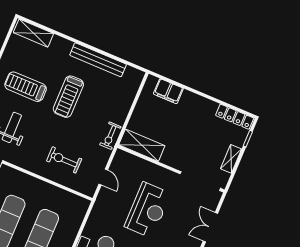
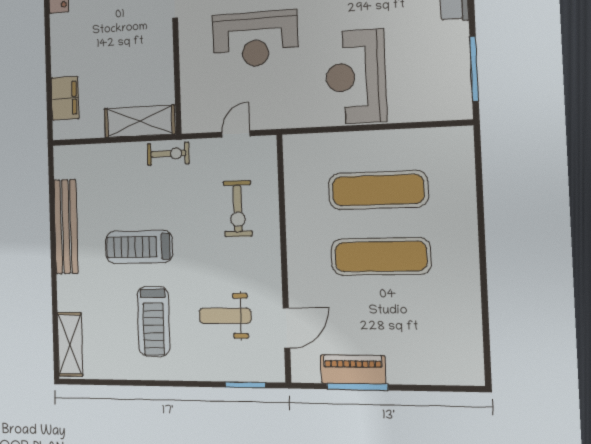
treadmill: (68, 97) -> (139, 247), turned 180
shelving: (142, 145) -> (139, 121), moved, turned 90
reception desk: (148, 210) -> (255, 39), turned 180

